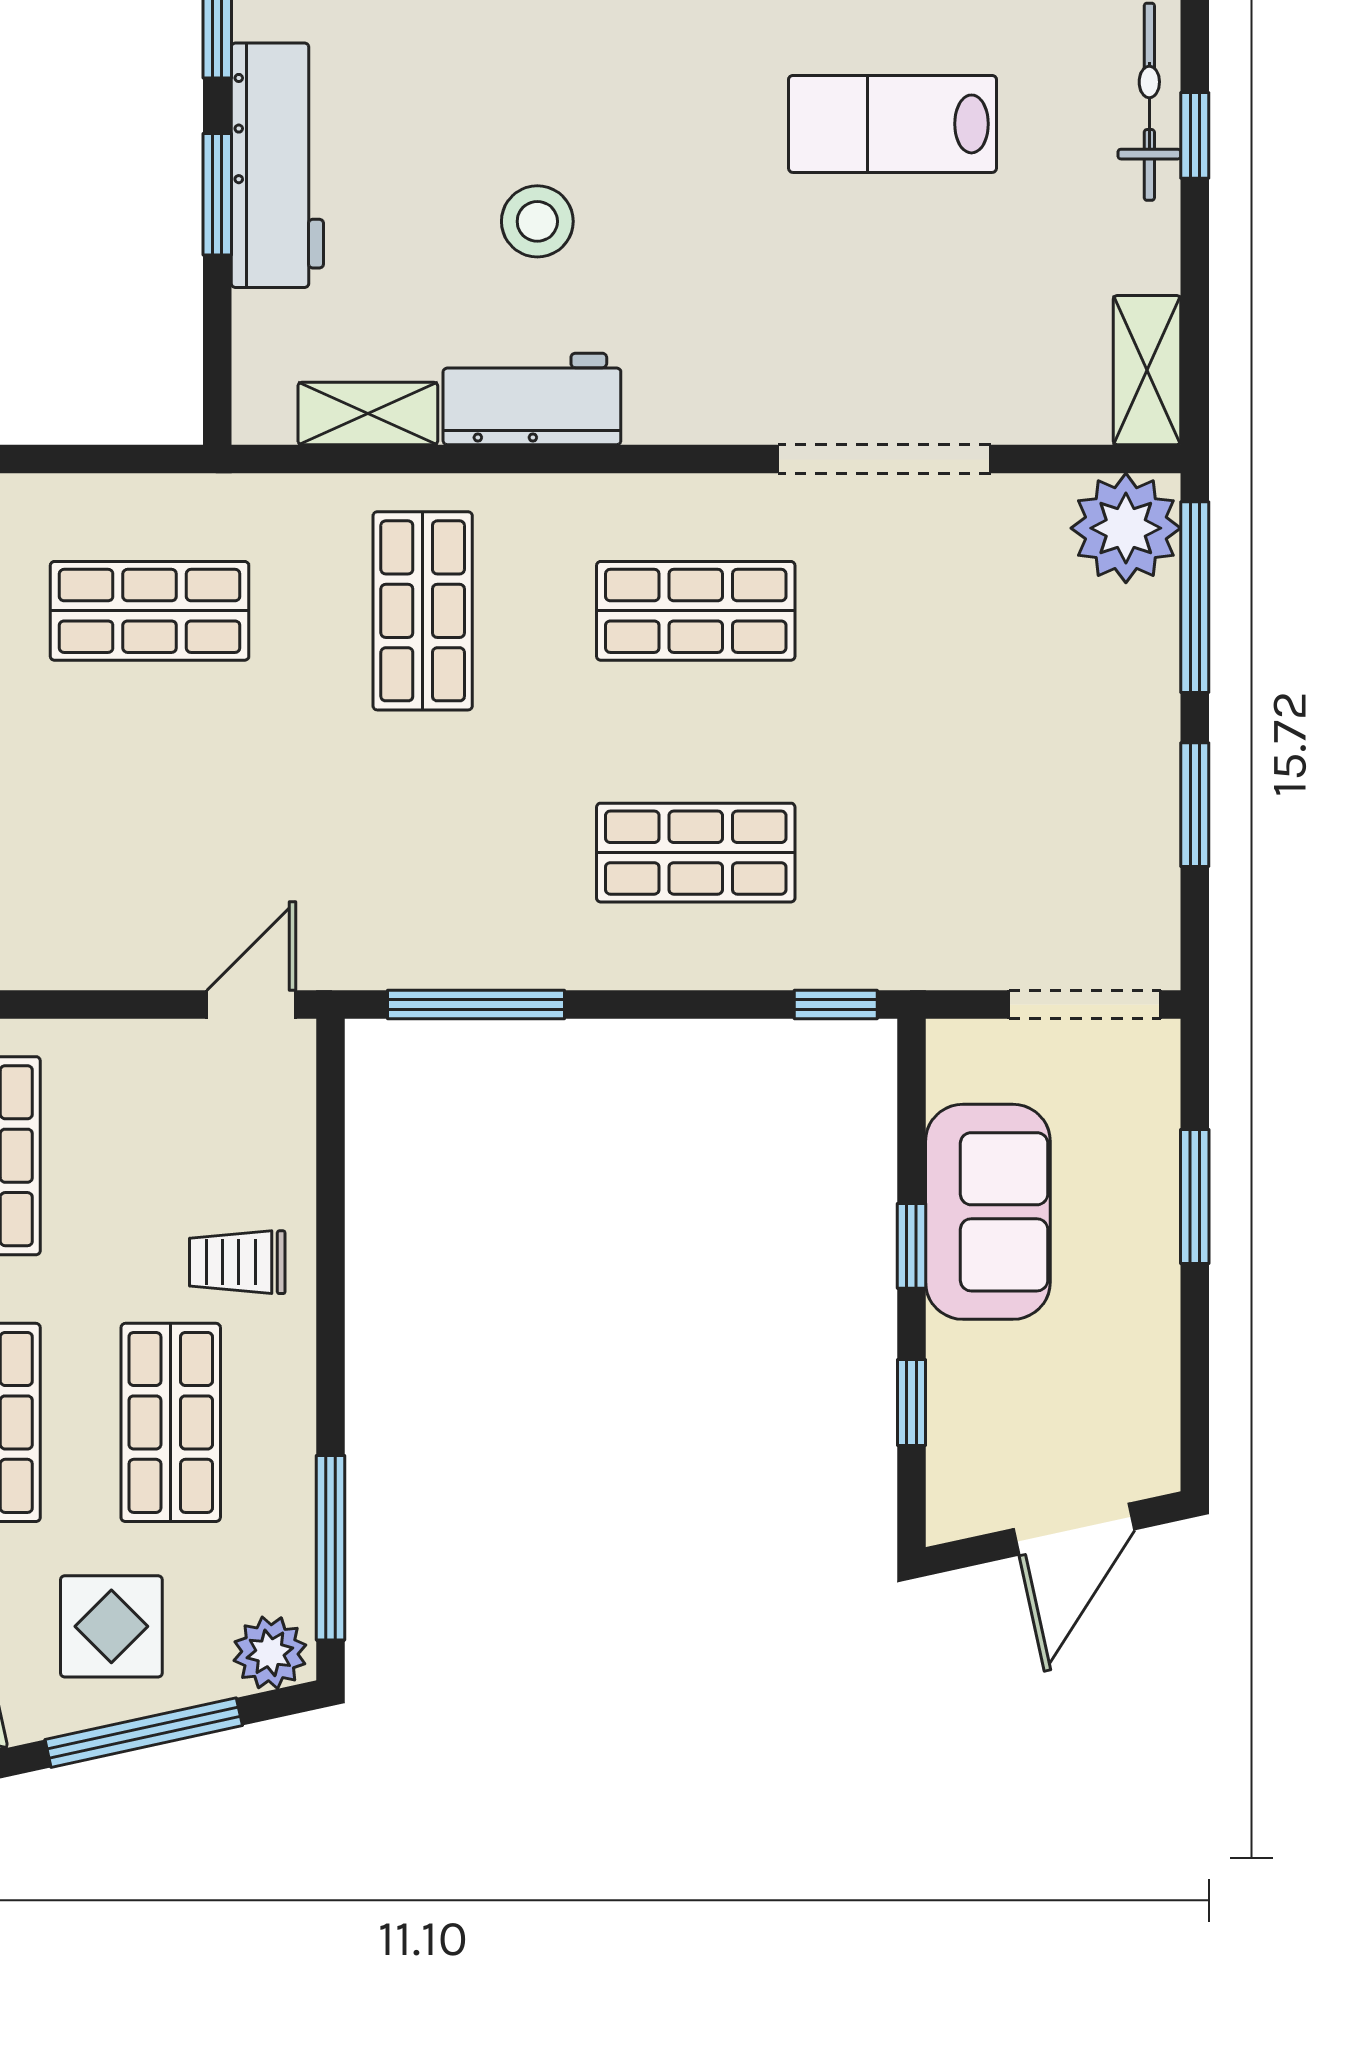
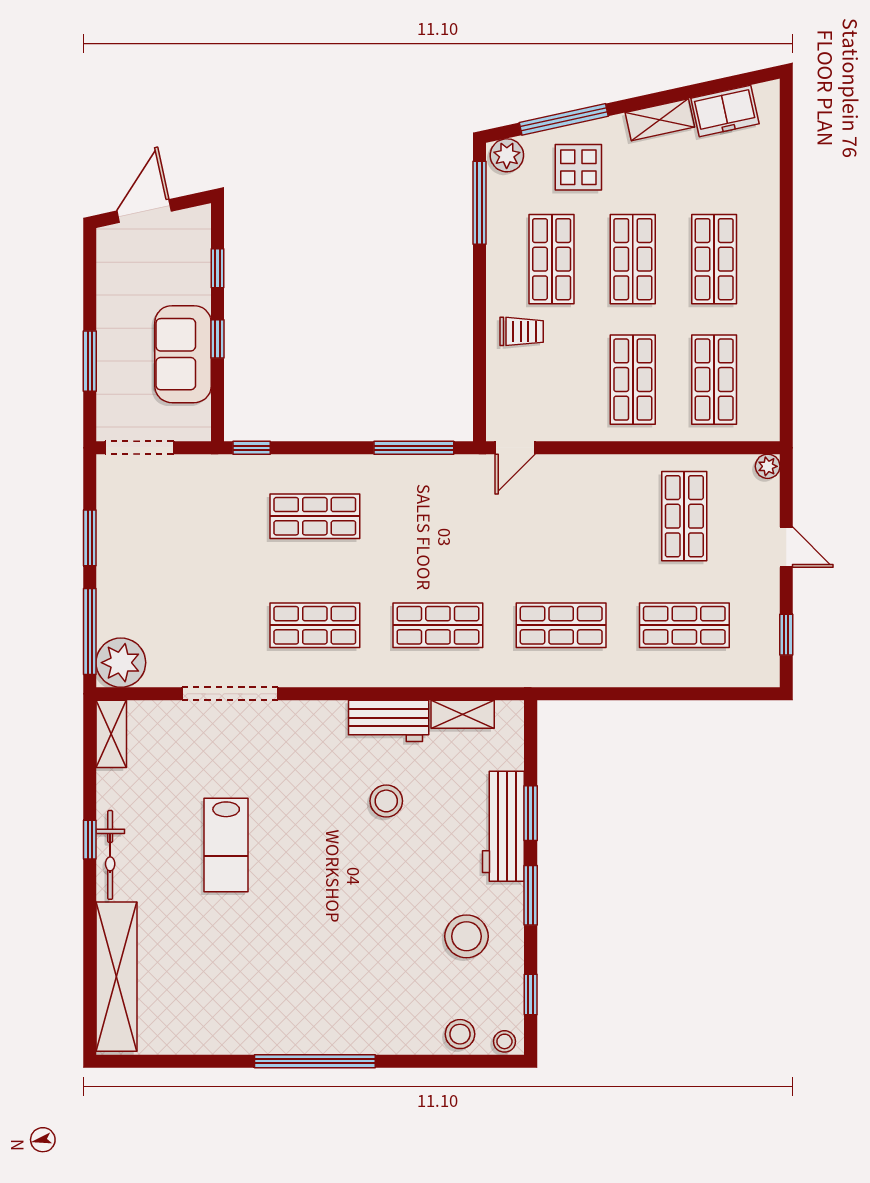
lab bench: (893, 124) -> (226, 845), turned 90
shop shelf: (423, 611) -> (438, 625), turned 90

